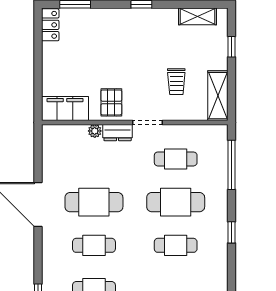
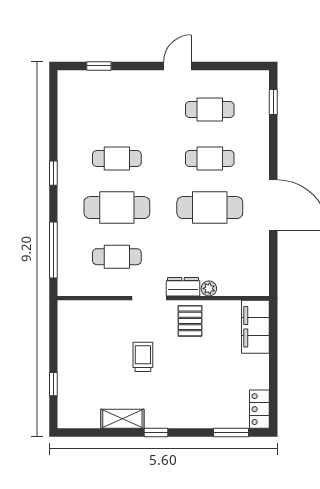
shelving: (197, 16) -> (122, 419), moved
trolley: (176, 82) -> (143, 357), moved
shelving: (218, 96) -> (69, 329), removed
filing cabinet: (65, 109) -> (255, 327), moved, turned 90

